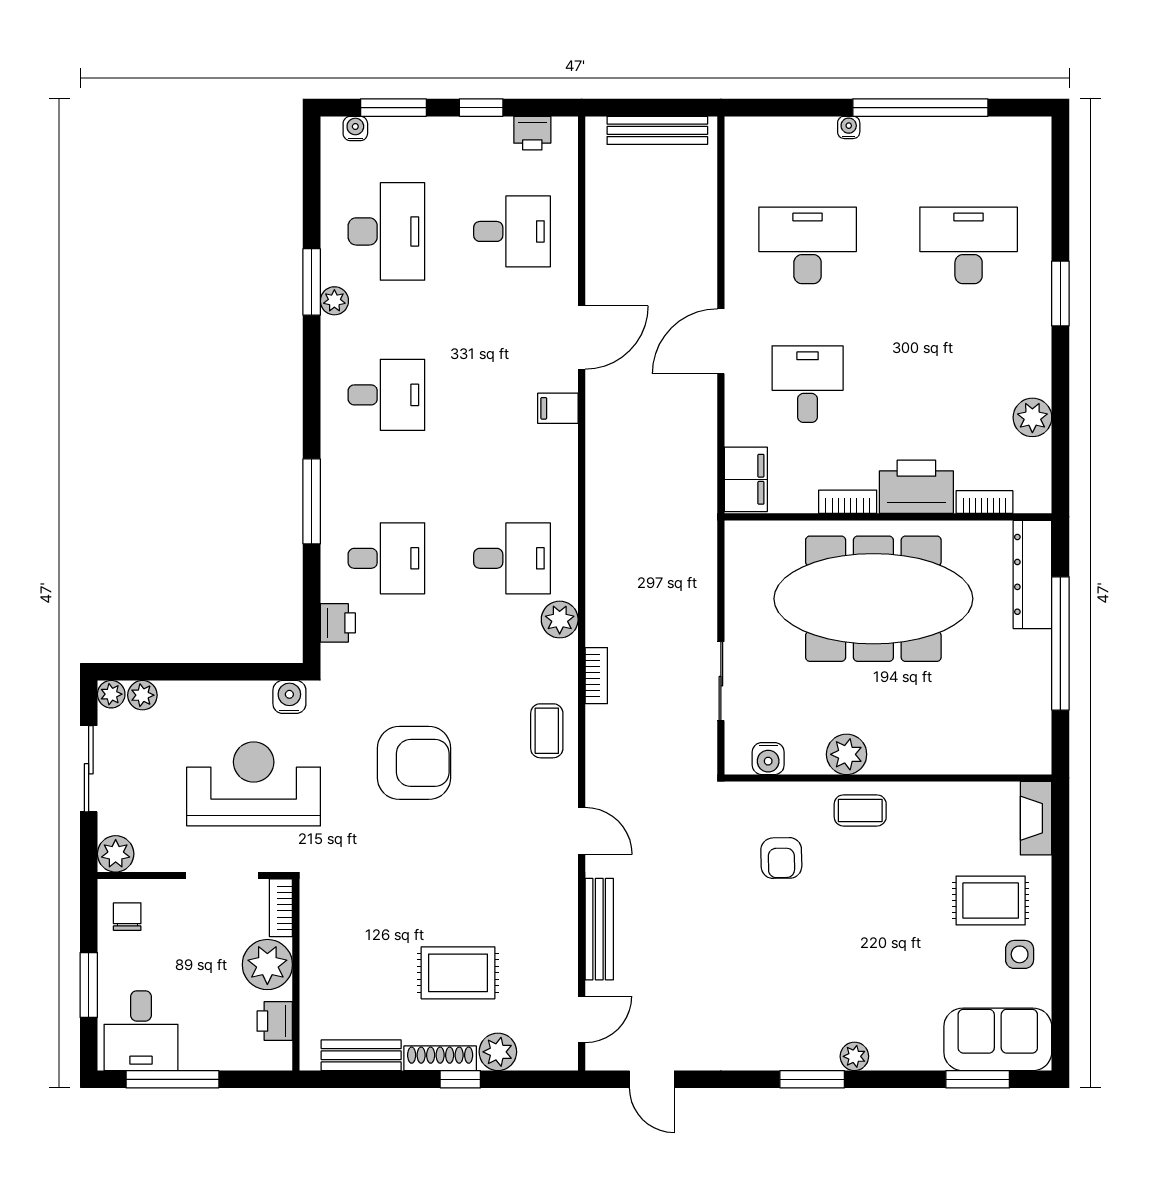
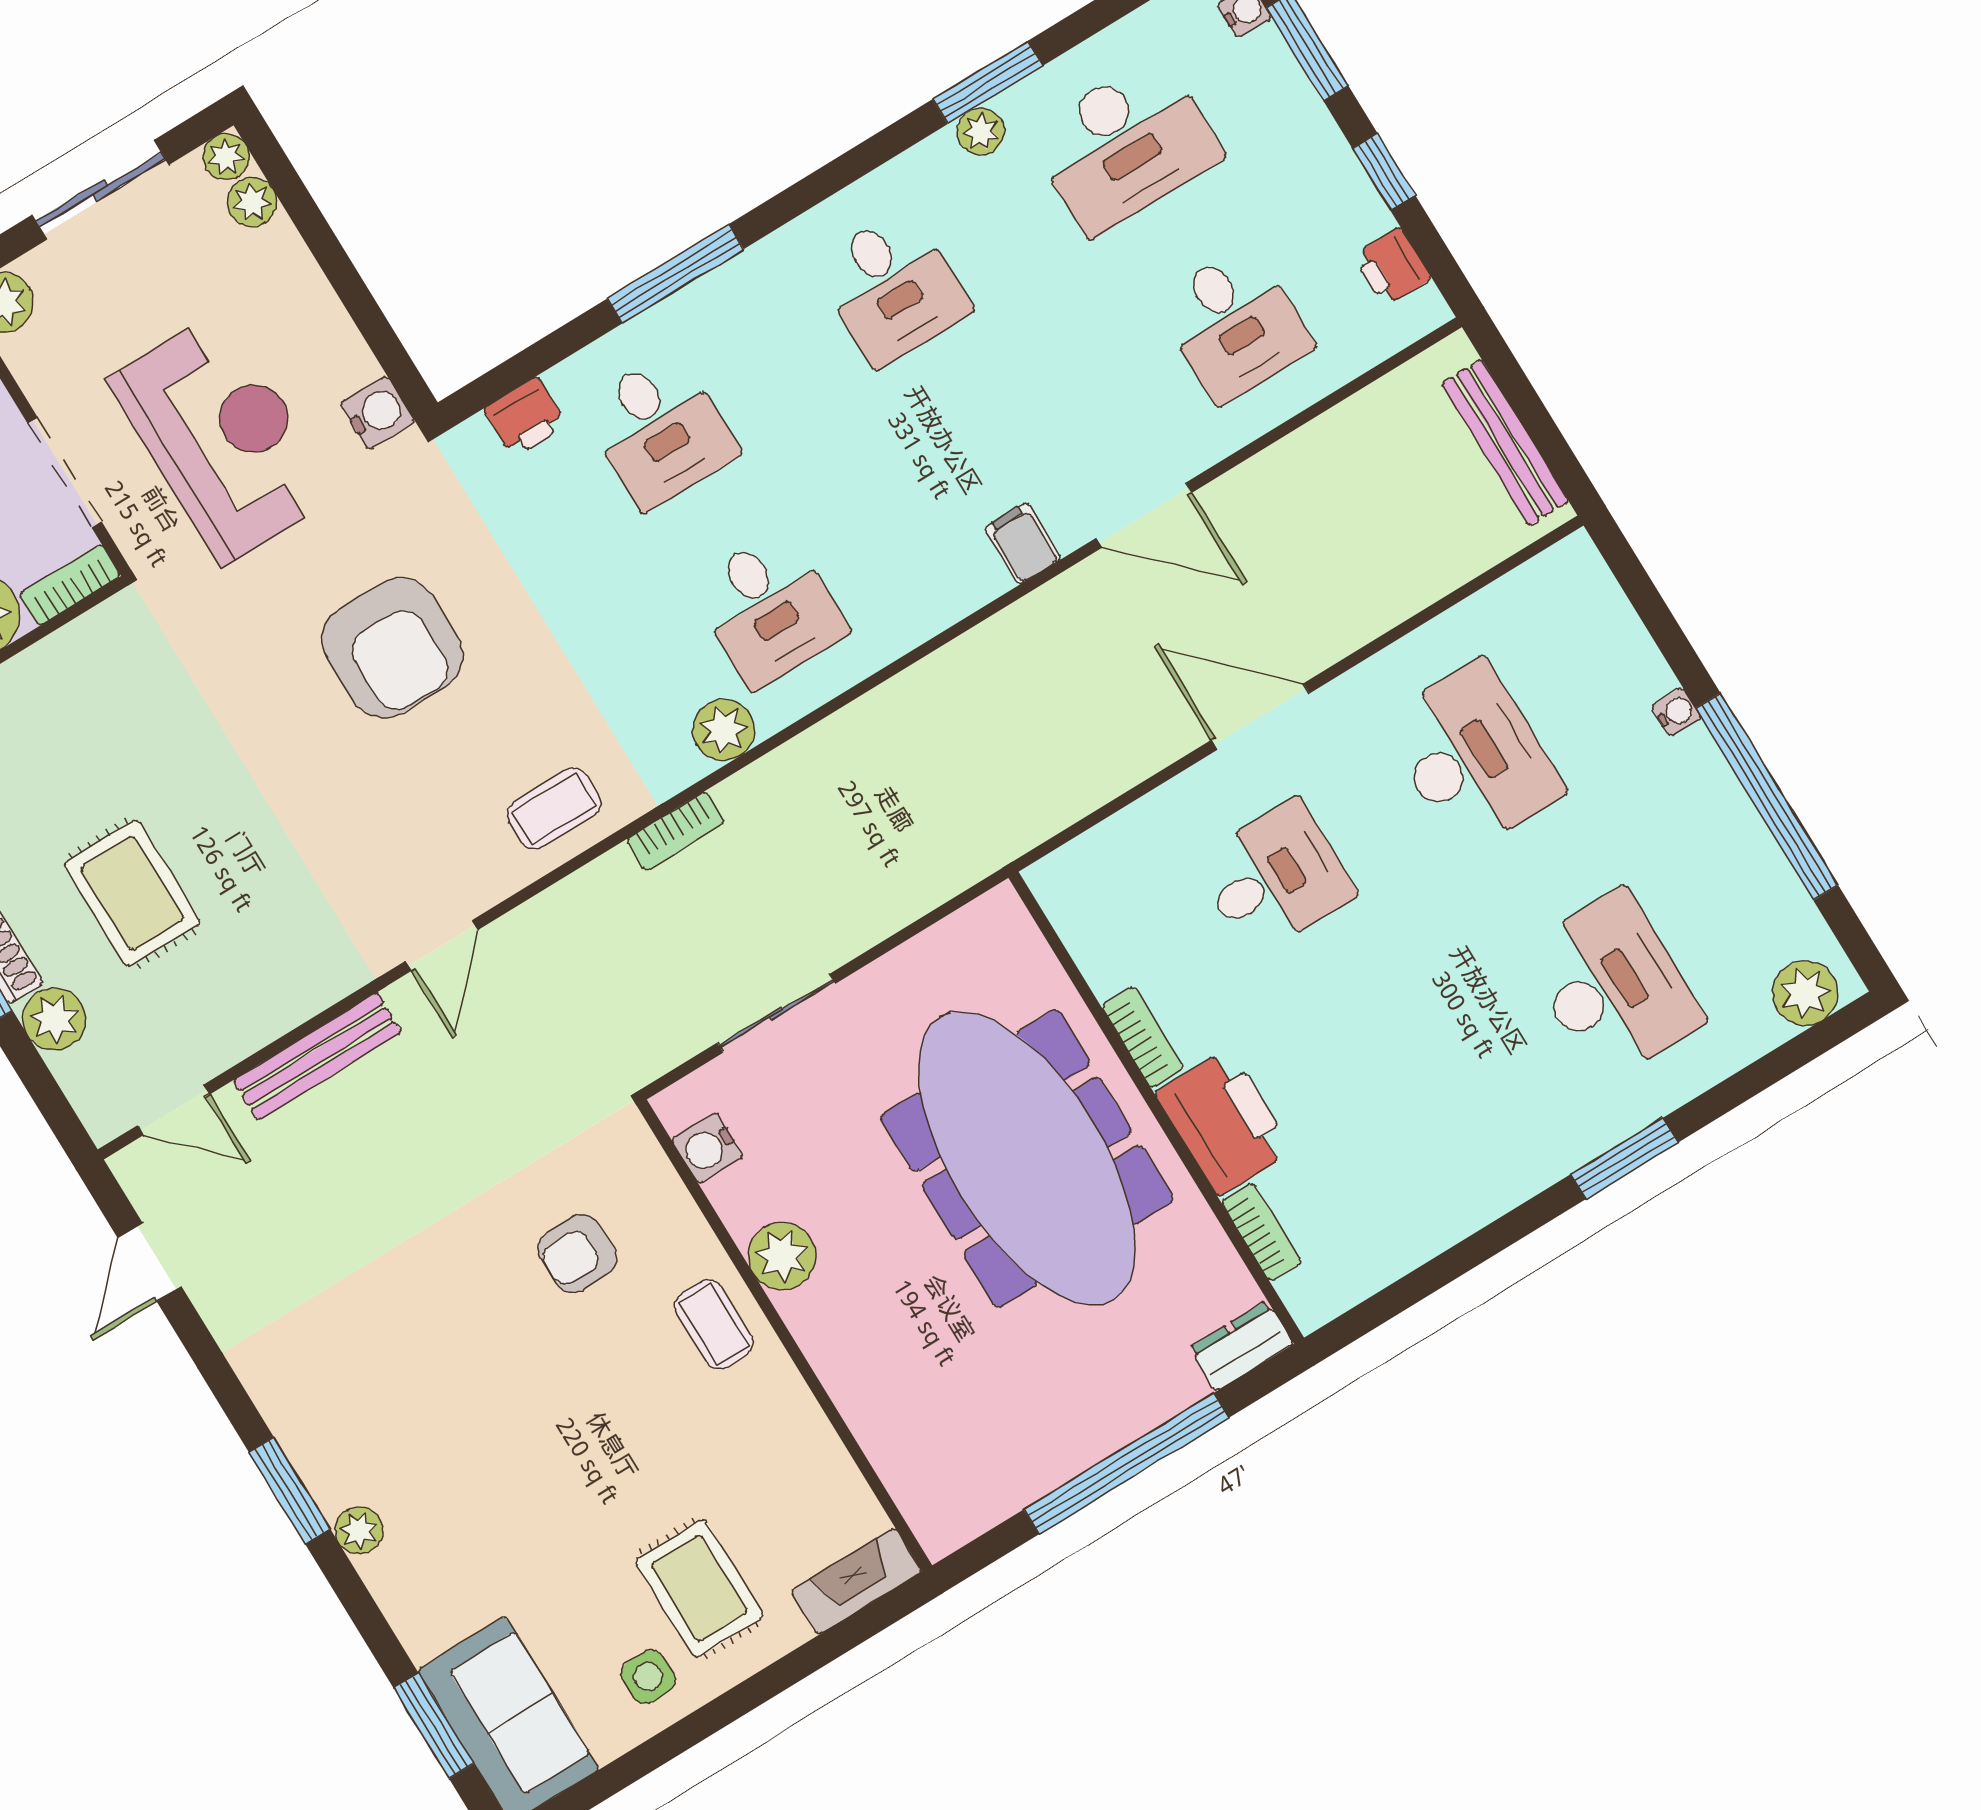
plant: (1032, 417) -> (1805, 993), moved
filing cabinet: (746, 479) -> (1086, 873), removed
dresser: (1032, 574) -> (1241, 1346), width x0.51, depth x0.80

